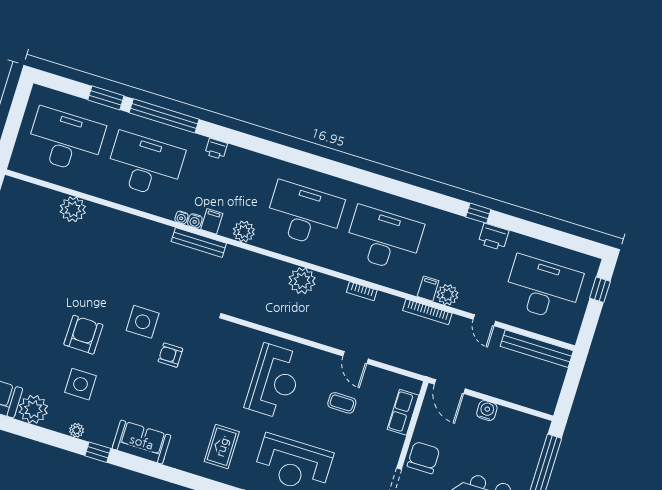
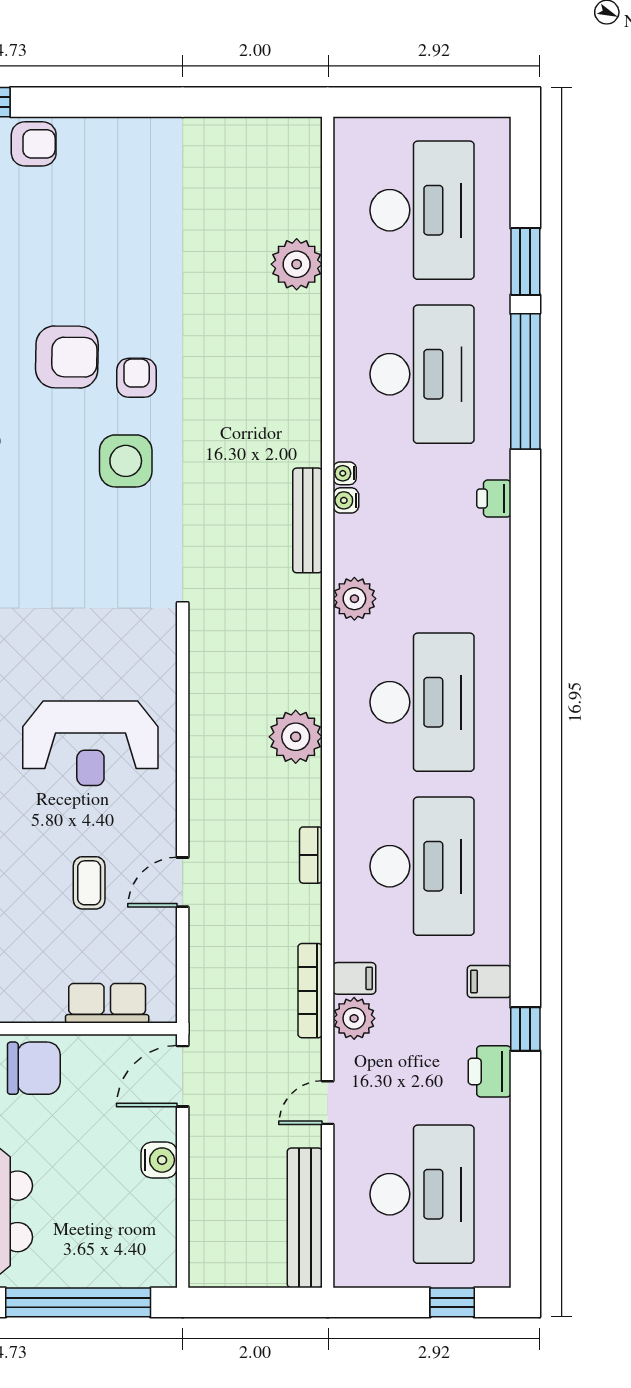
filing cabinet: (212, 221) -> (489, 981), moved, turned 180
armchair: (170, 355) -> (137, 378), moved

